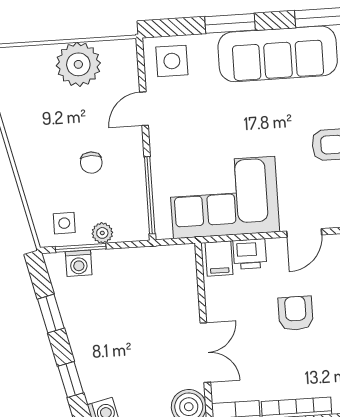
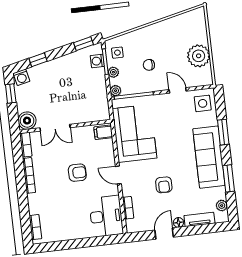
plant: (139, 230) -> (116, 91), added
printer: (250, 254) -> (106, 148), removed
window: (51, 314) -> (84, 44), moved

